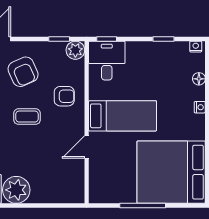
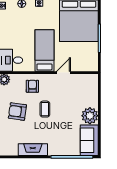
armchair: (23, 72) -> (17, 112), turned -148
door: (87, 147) -> (63, 73), swing flipped

